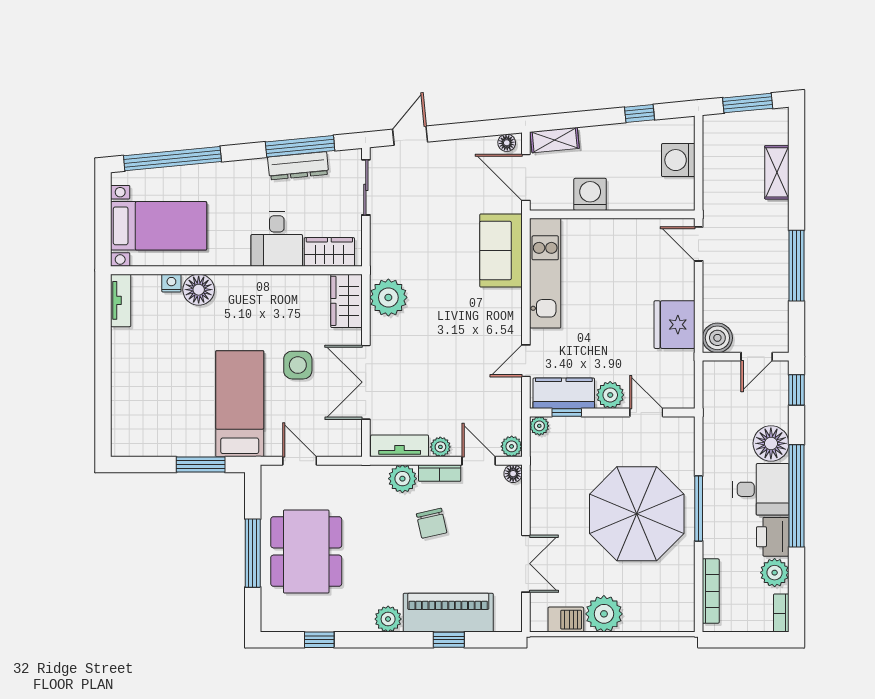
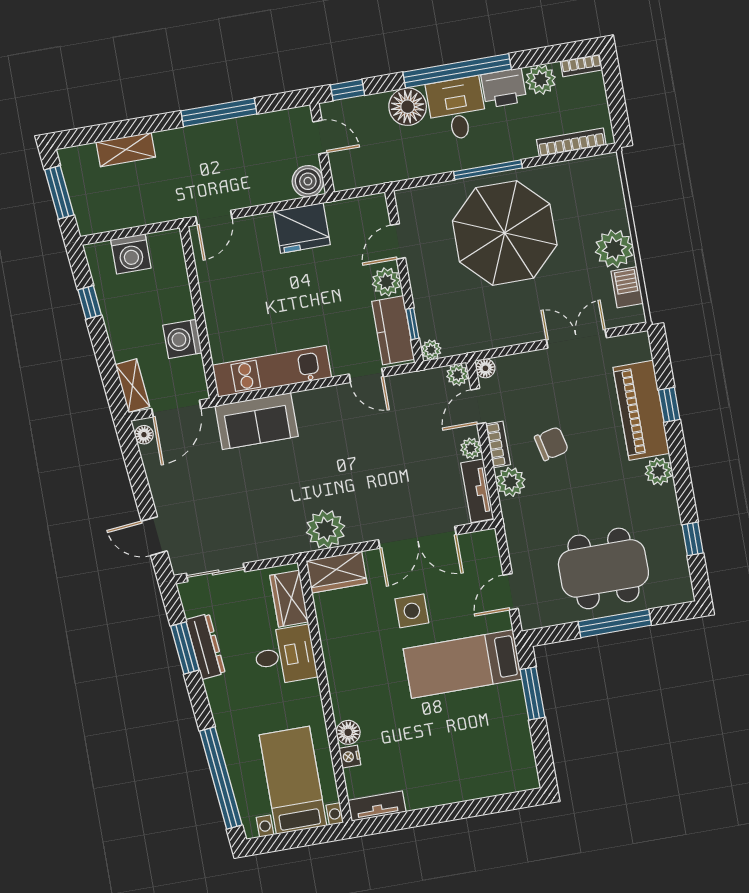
window: (300, 146) -> (185, 648), width x0.69
floor lamp: (199, 290) -> (348, 732), width x0.73, depth x0.73

